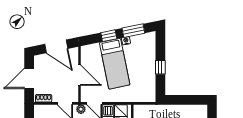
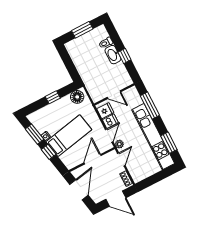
floor lamp: (148, 91) -> (77, 97), added

